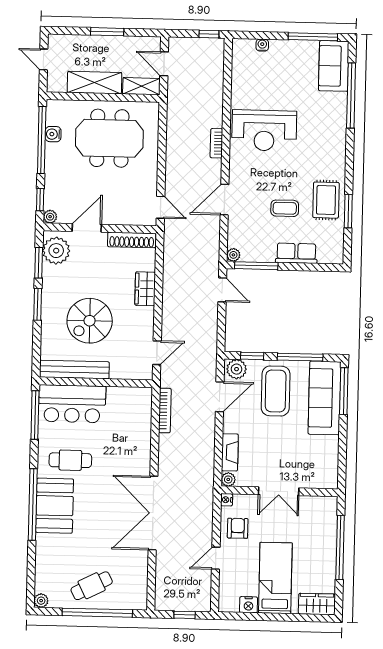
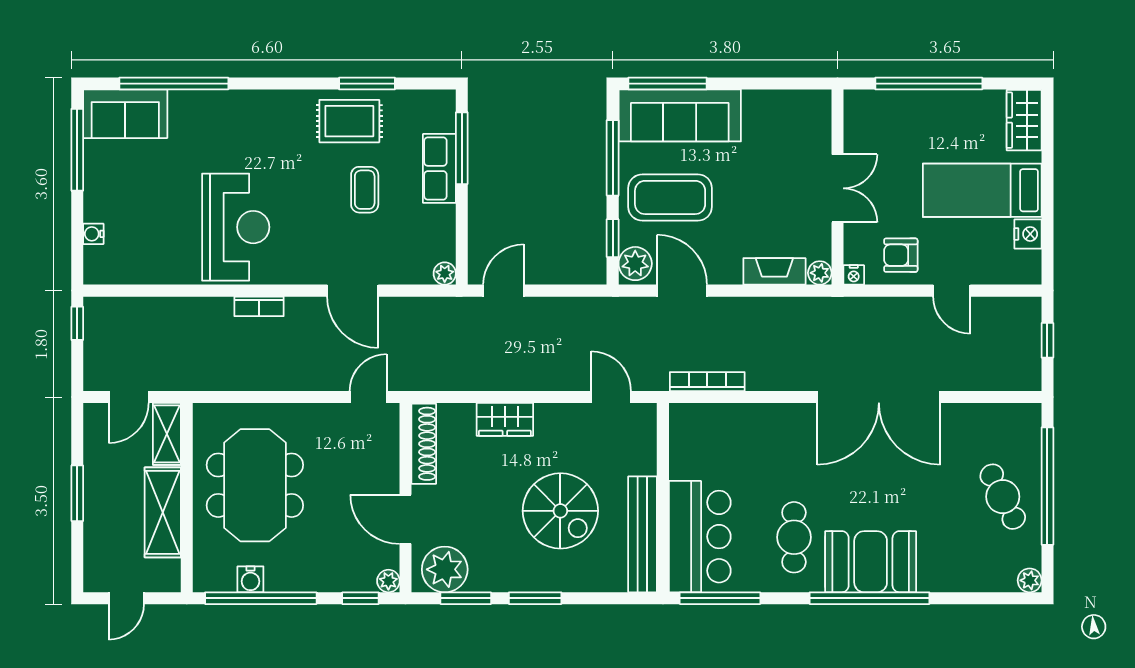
window: (256, 266) -> (462, 148), moved

